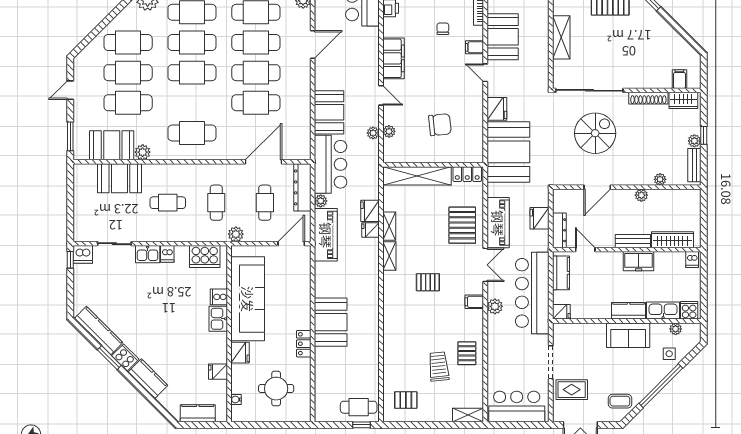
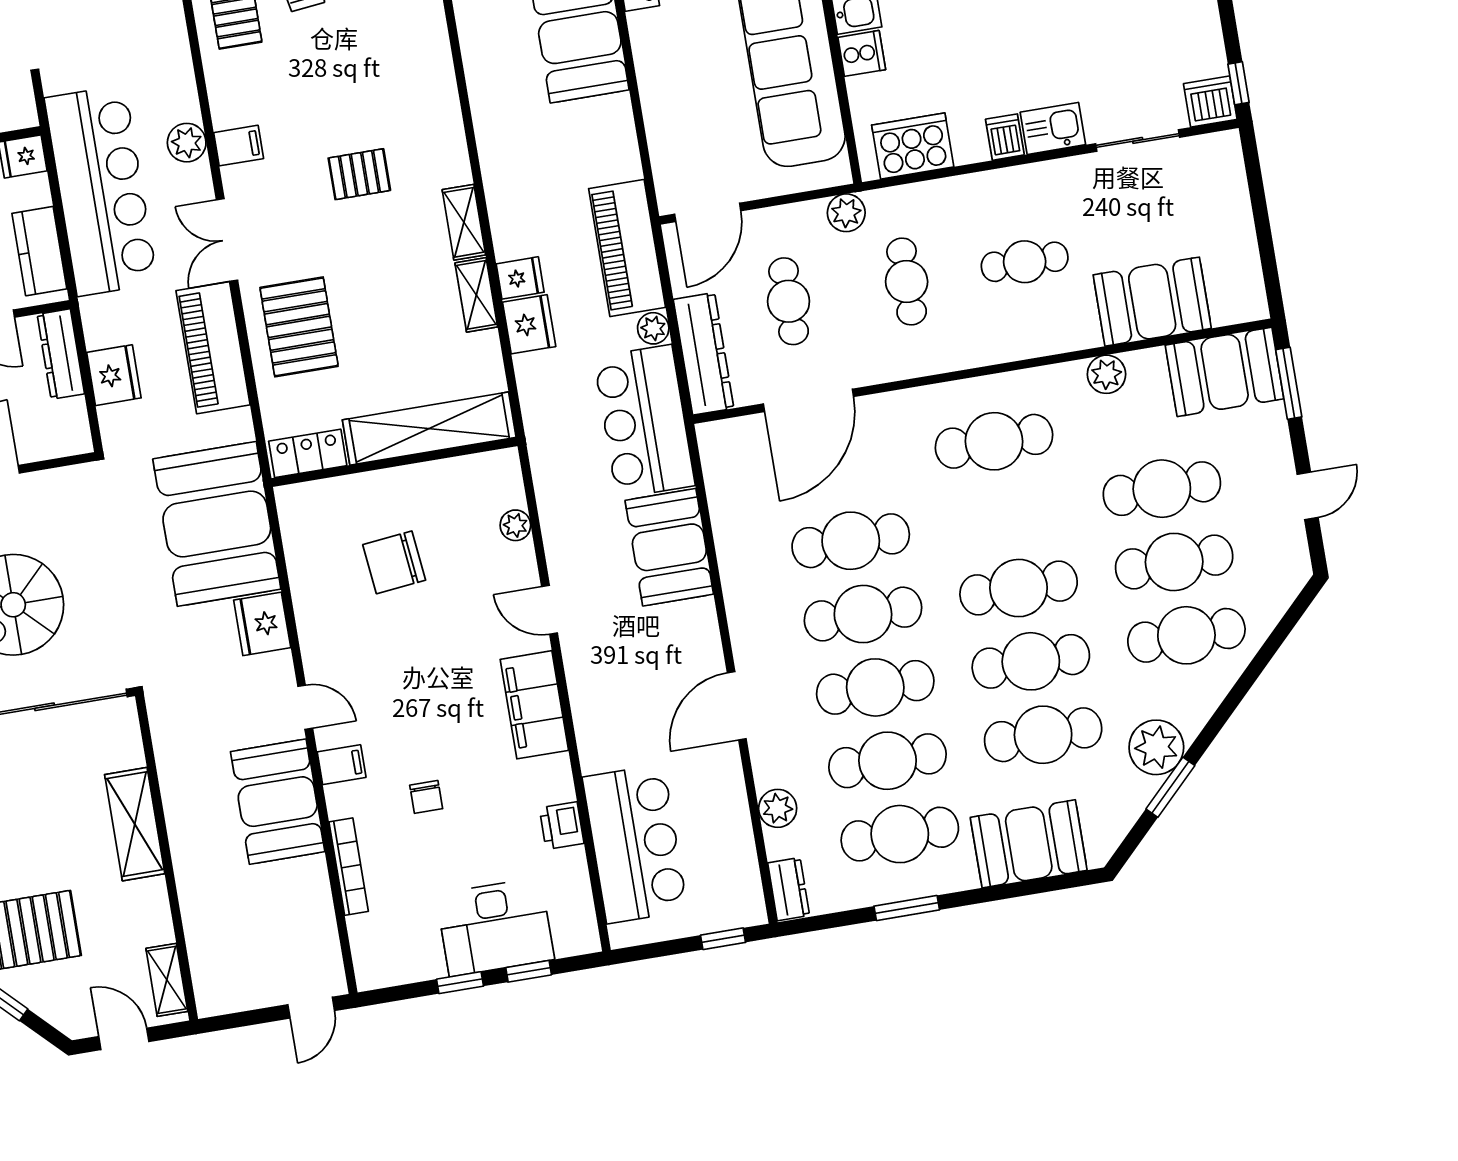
plant: (373, 133) -> (553, 515), removed
booth: (112, 145) -> (1225, 372), moved

